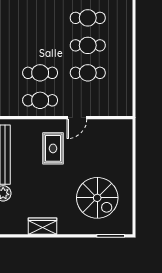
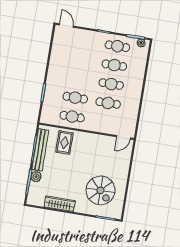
door: (77, 118) -> (123, 137), moved
rug: (53, 148) -> (65, 143), moved
wardrobe: (43, 226) -> (60, 204), width x1.50

